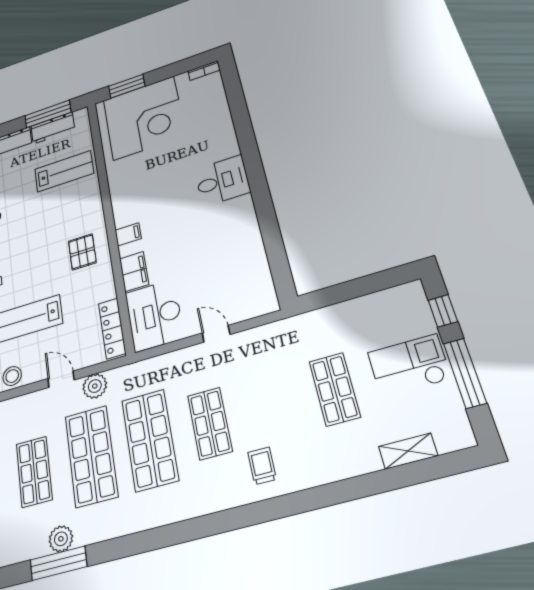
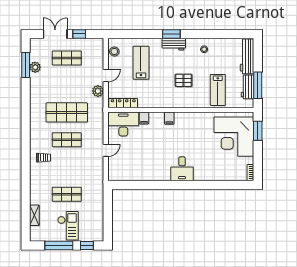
pallet: (82, 252) -> (184, 80), moved
filing cabinet: (134, 272) -> (144, 118), width x0.50
shop shelf: (91, 456) -> (67, 85), removed

